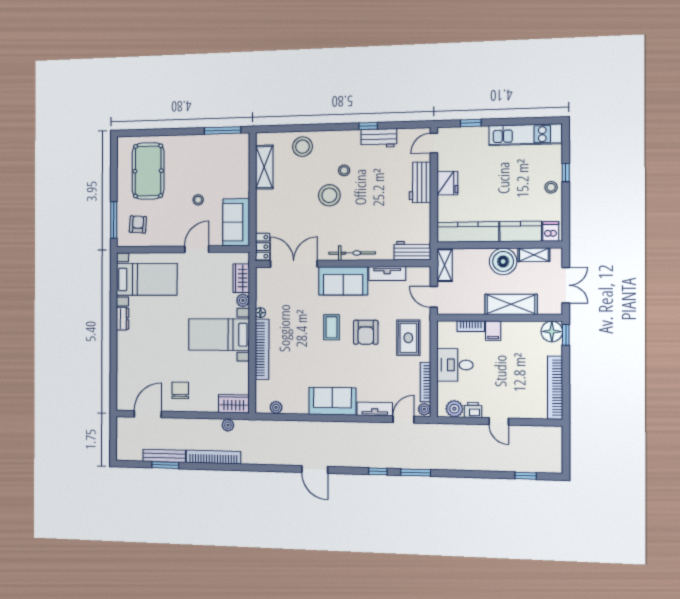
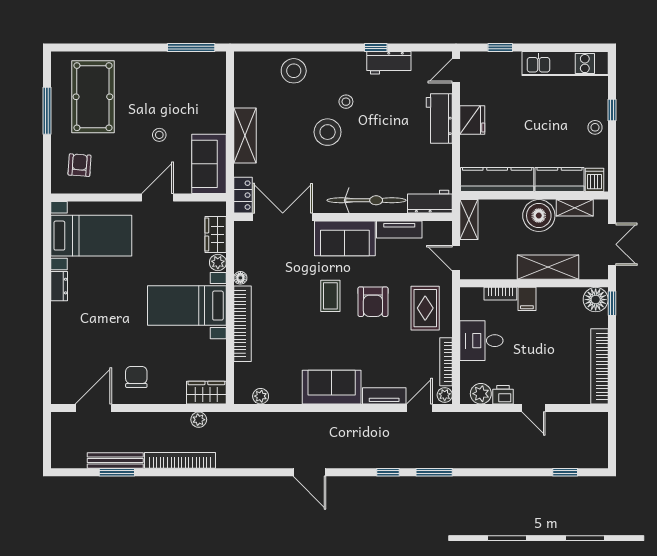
shelving: (264, 167) -> (245, 136), moved
window: (114, 220) -> (47, 111), moved
bicycle: (352, 253) -> (367, 200), width x1.37, depth x1.40

